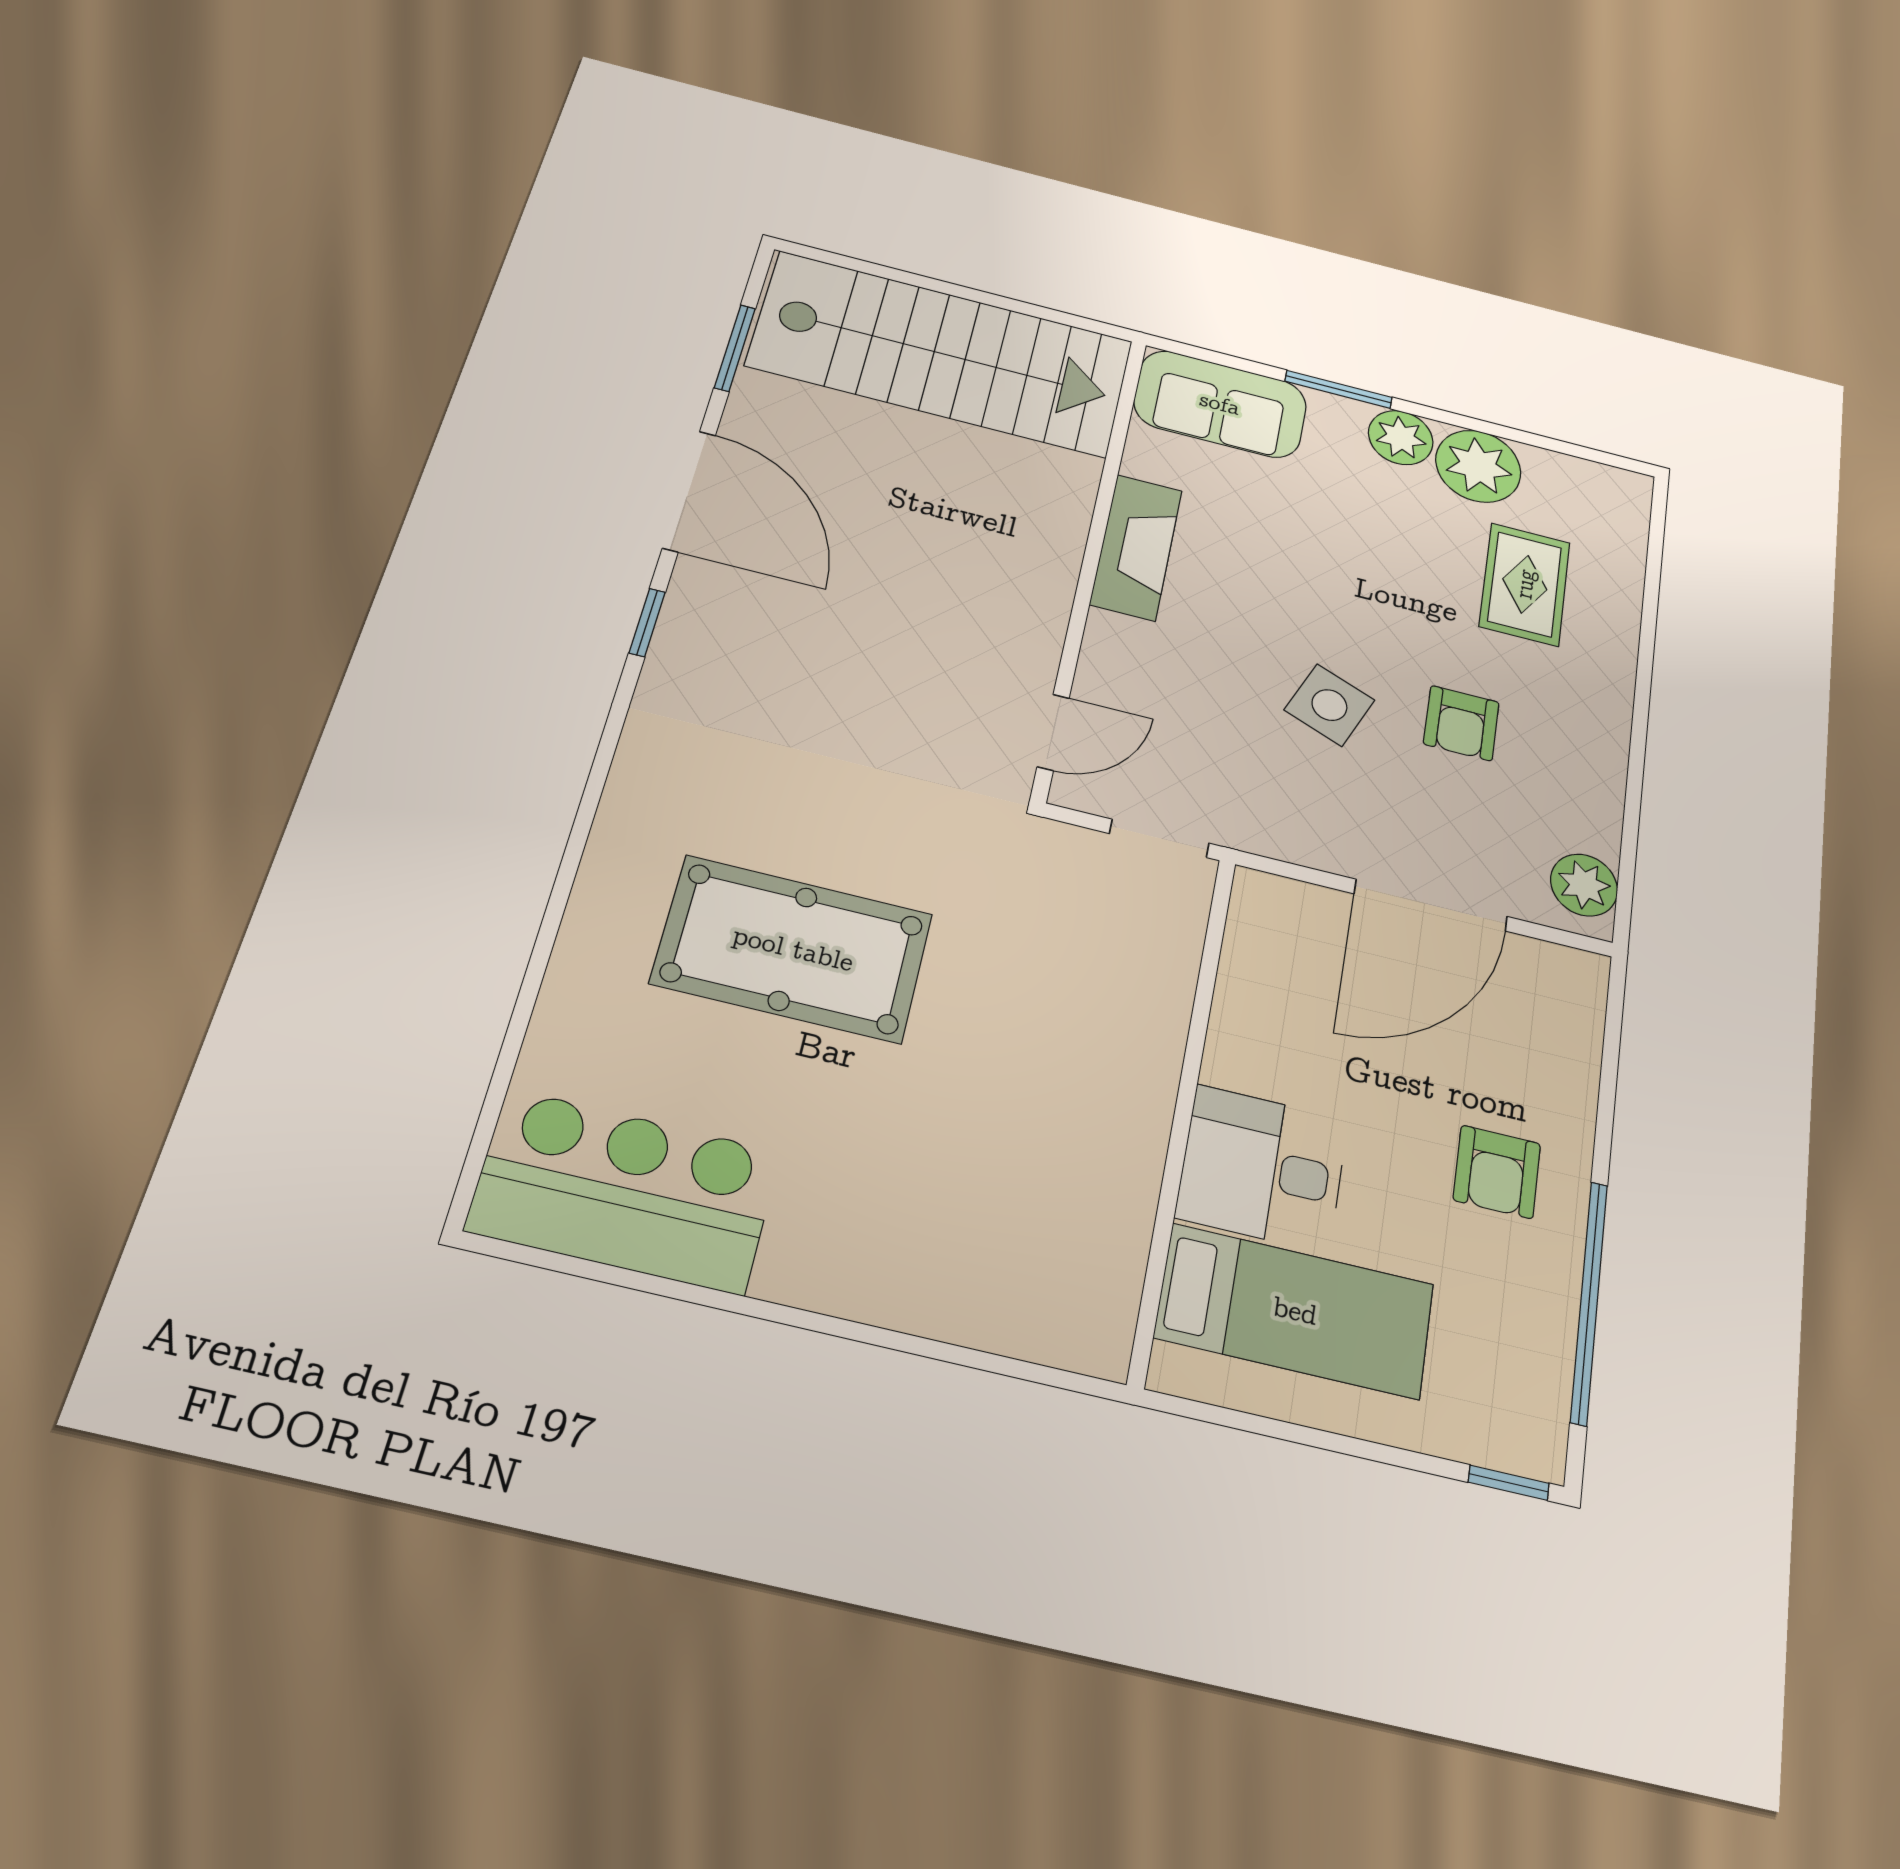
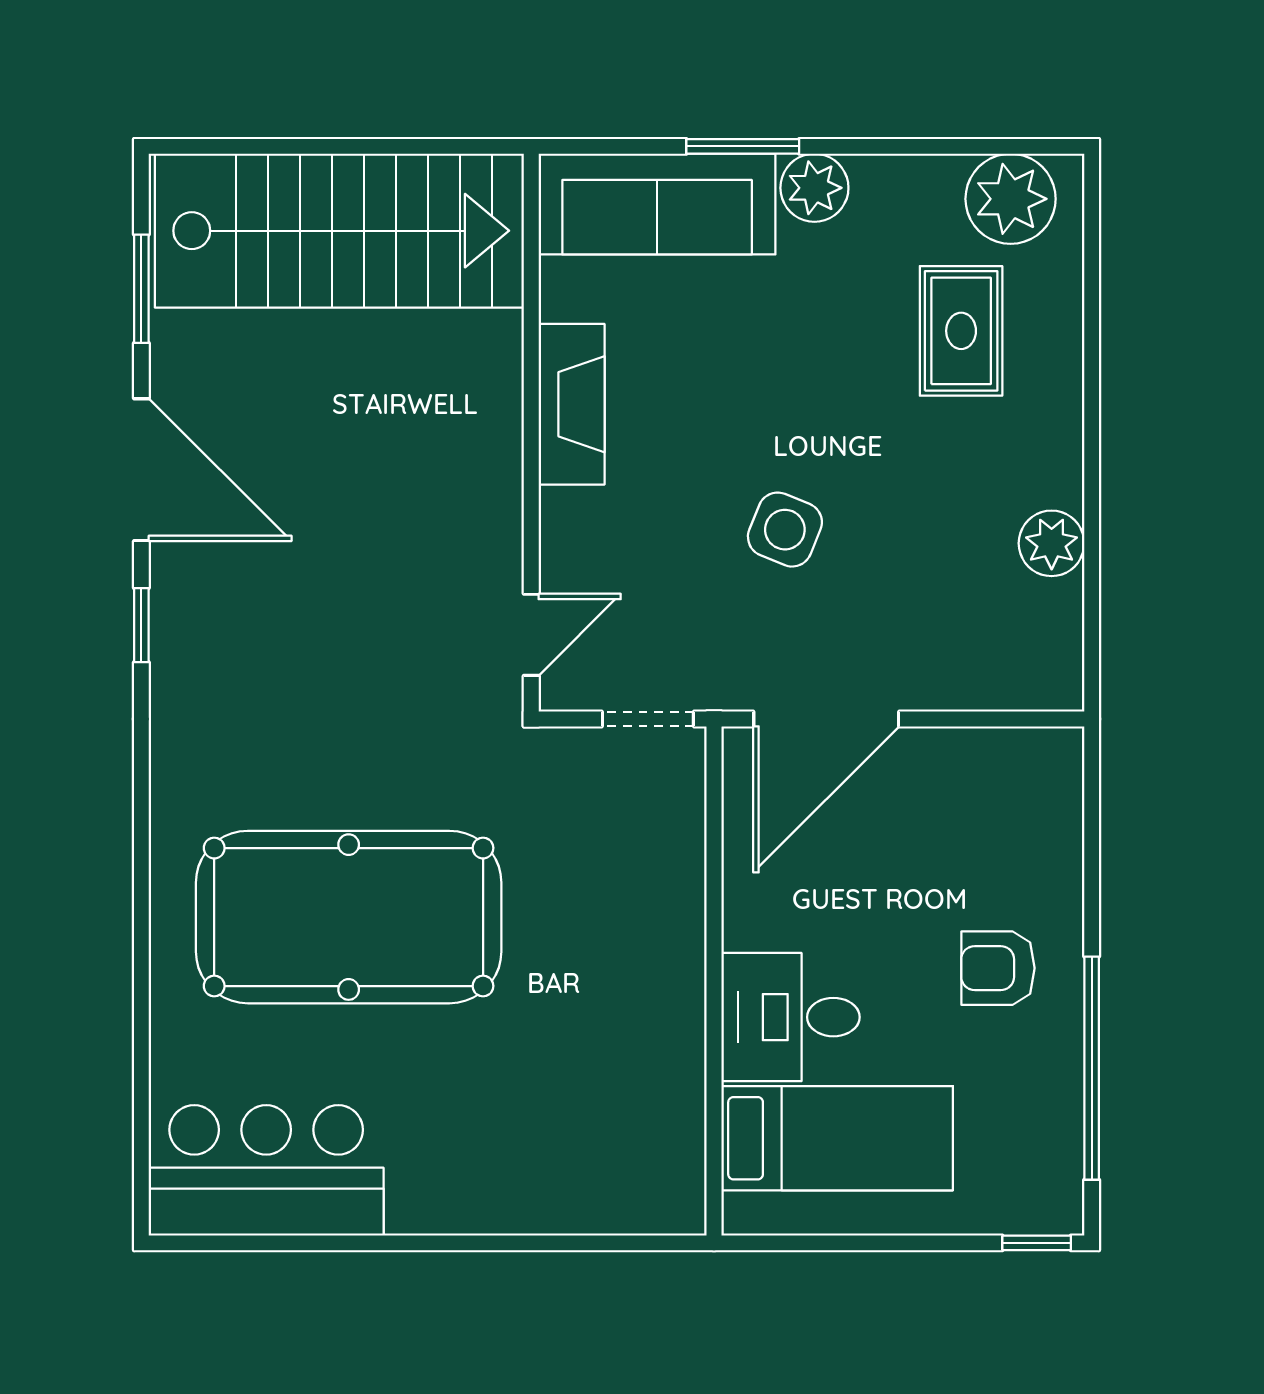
sofa: (1220, 404) -> (657, 204), width x1.36
plant: (1478, 466) -> (1011, 199), moved
armchair: (1461, 723) -> (915, 513), removed
plant: (1584, 885) -> (1052, 543), moved
door: (1431, 905) -> (826, 719), moved
pool table: (793, 949) -> (349, 917), width x1.36, depth x1.32
armchair: (1497, 1172) -> (998, 968), turned 90

